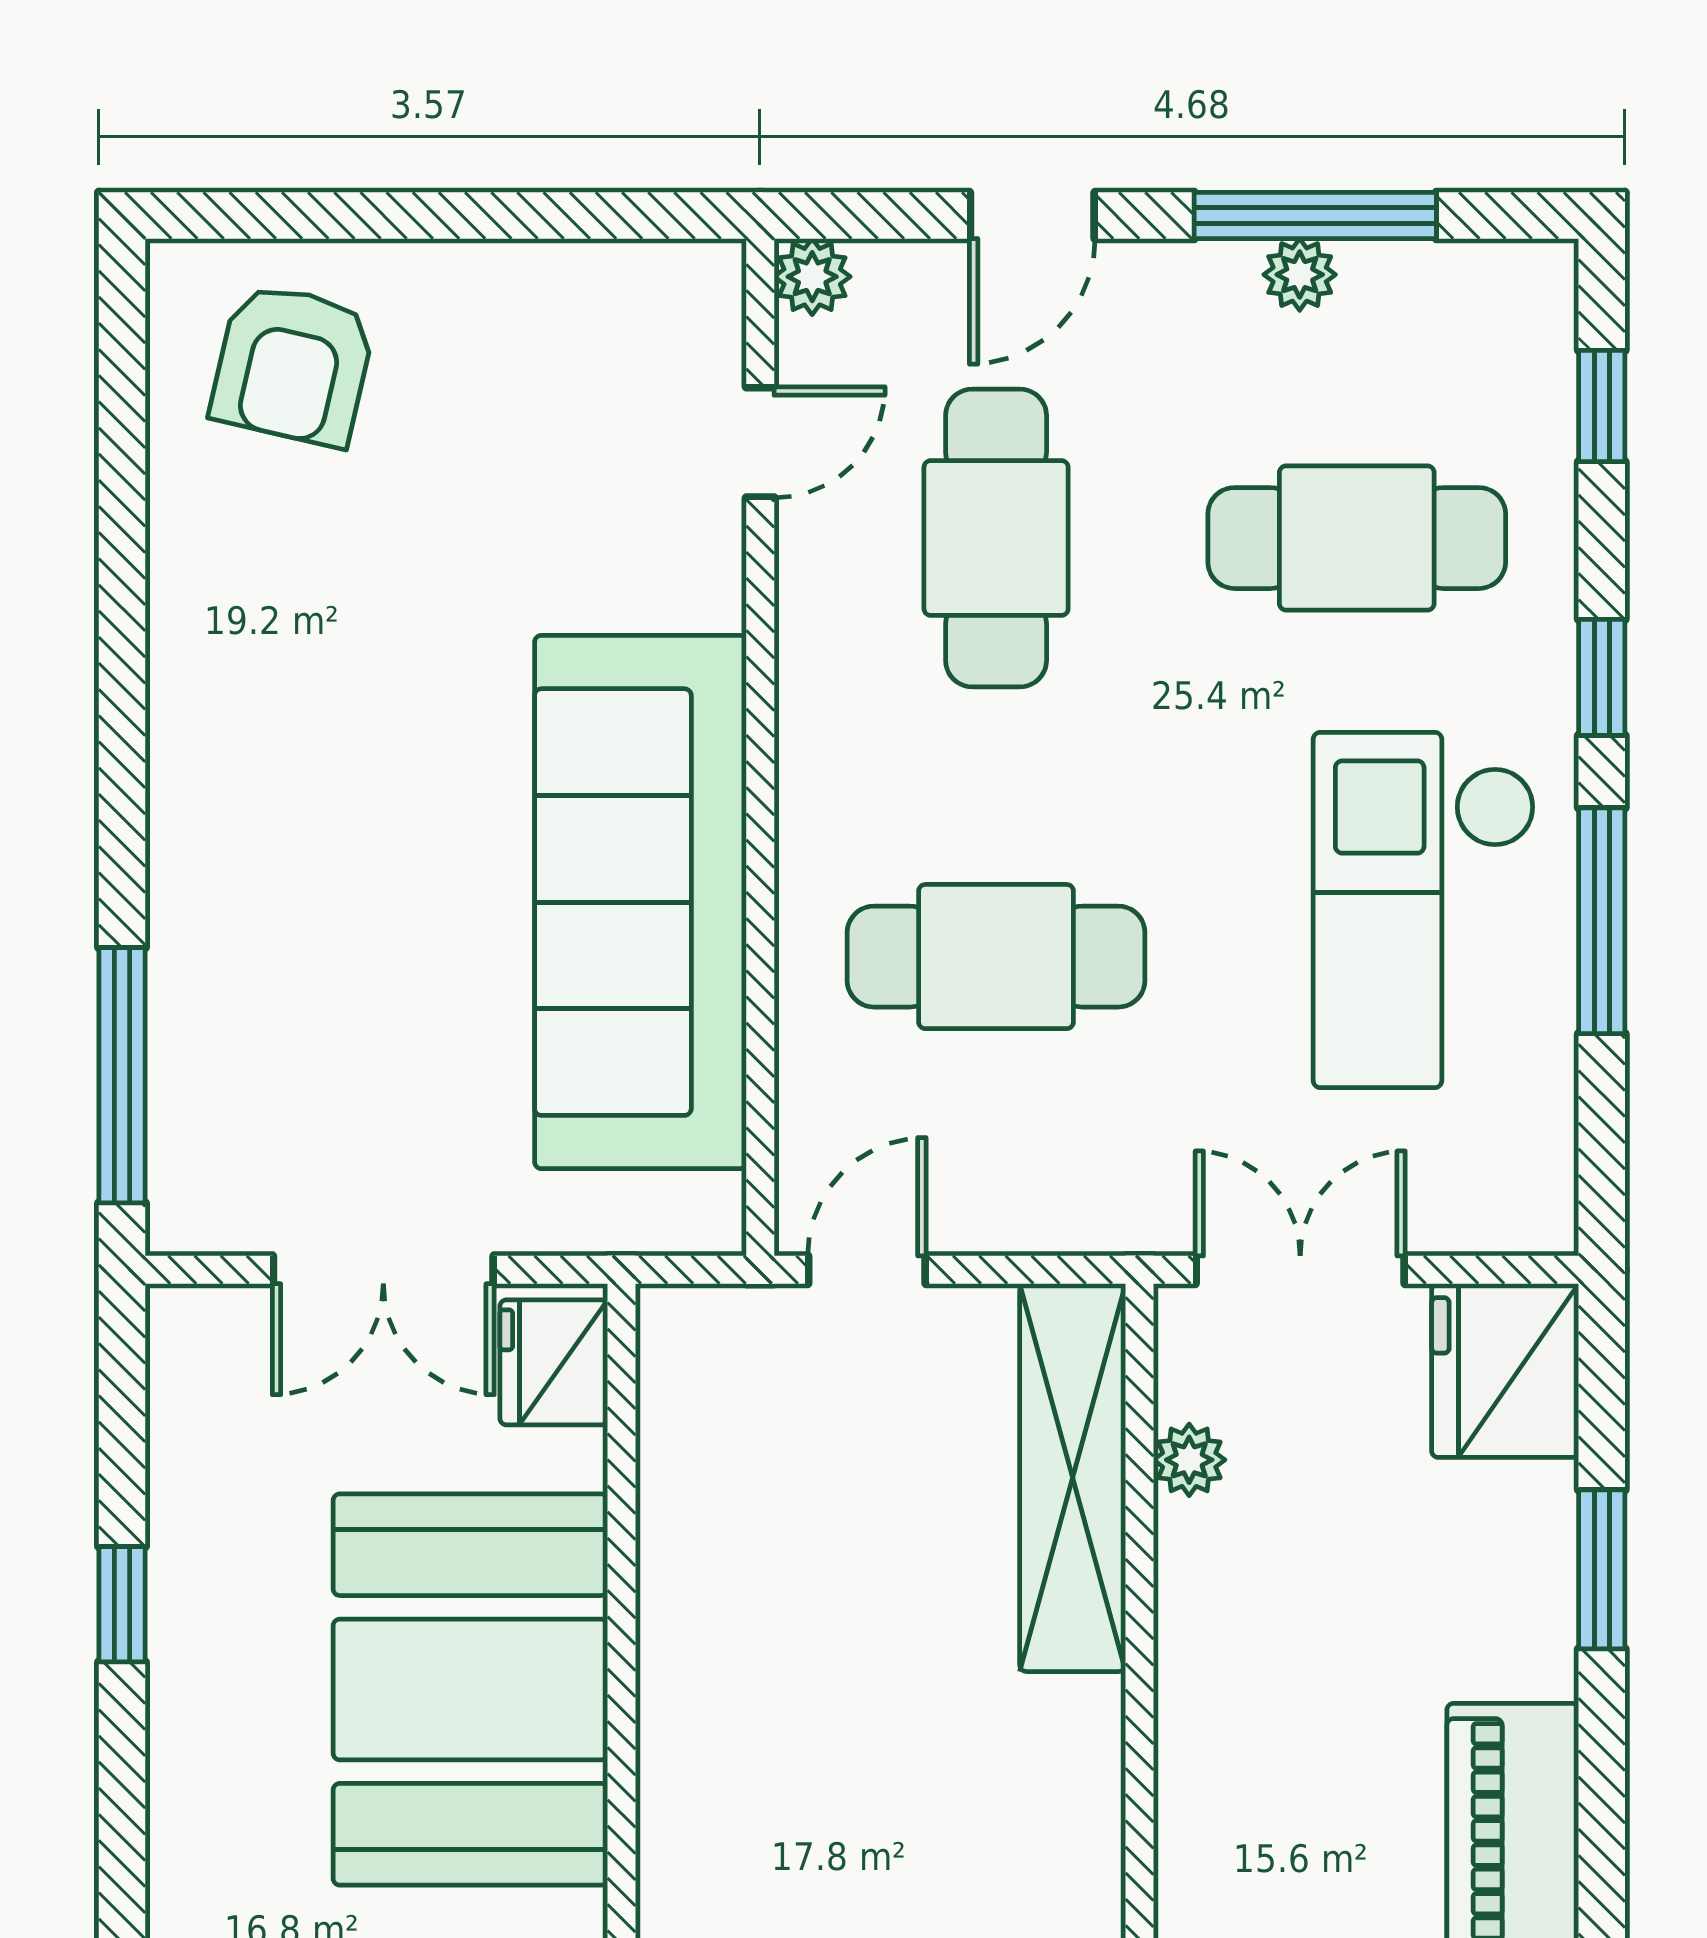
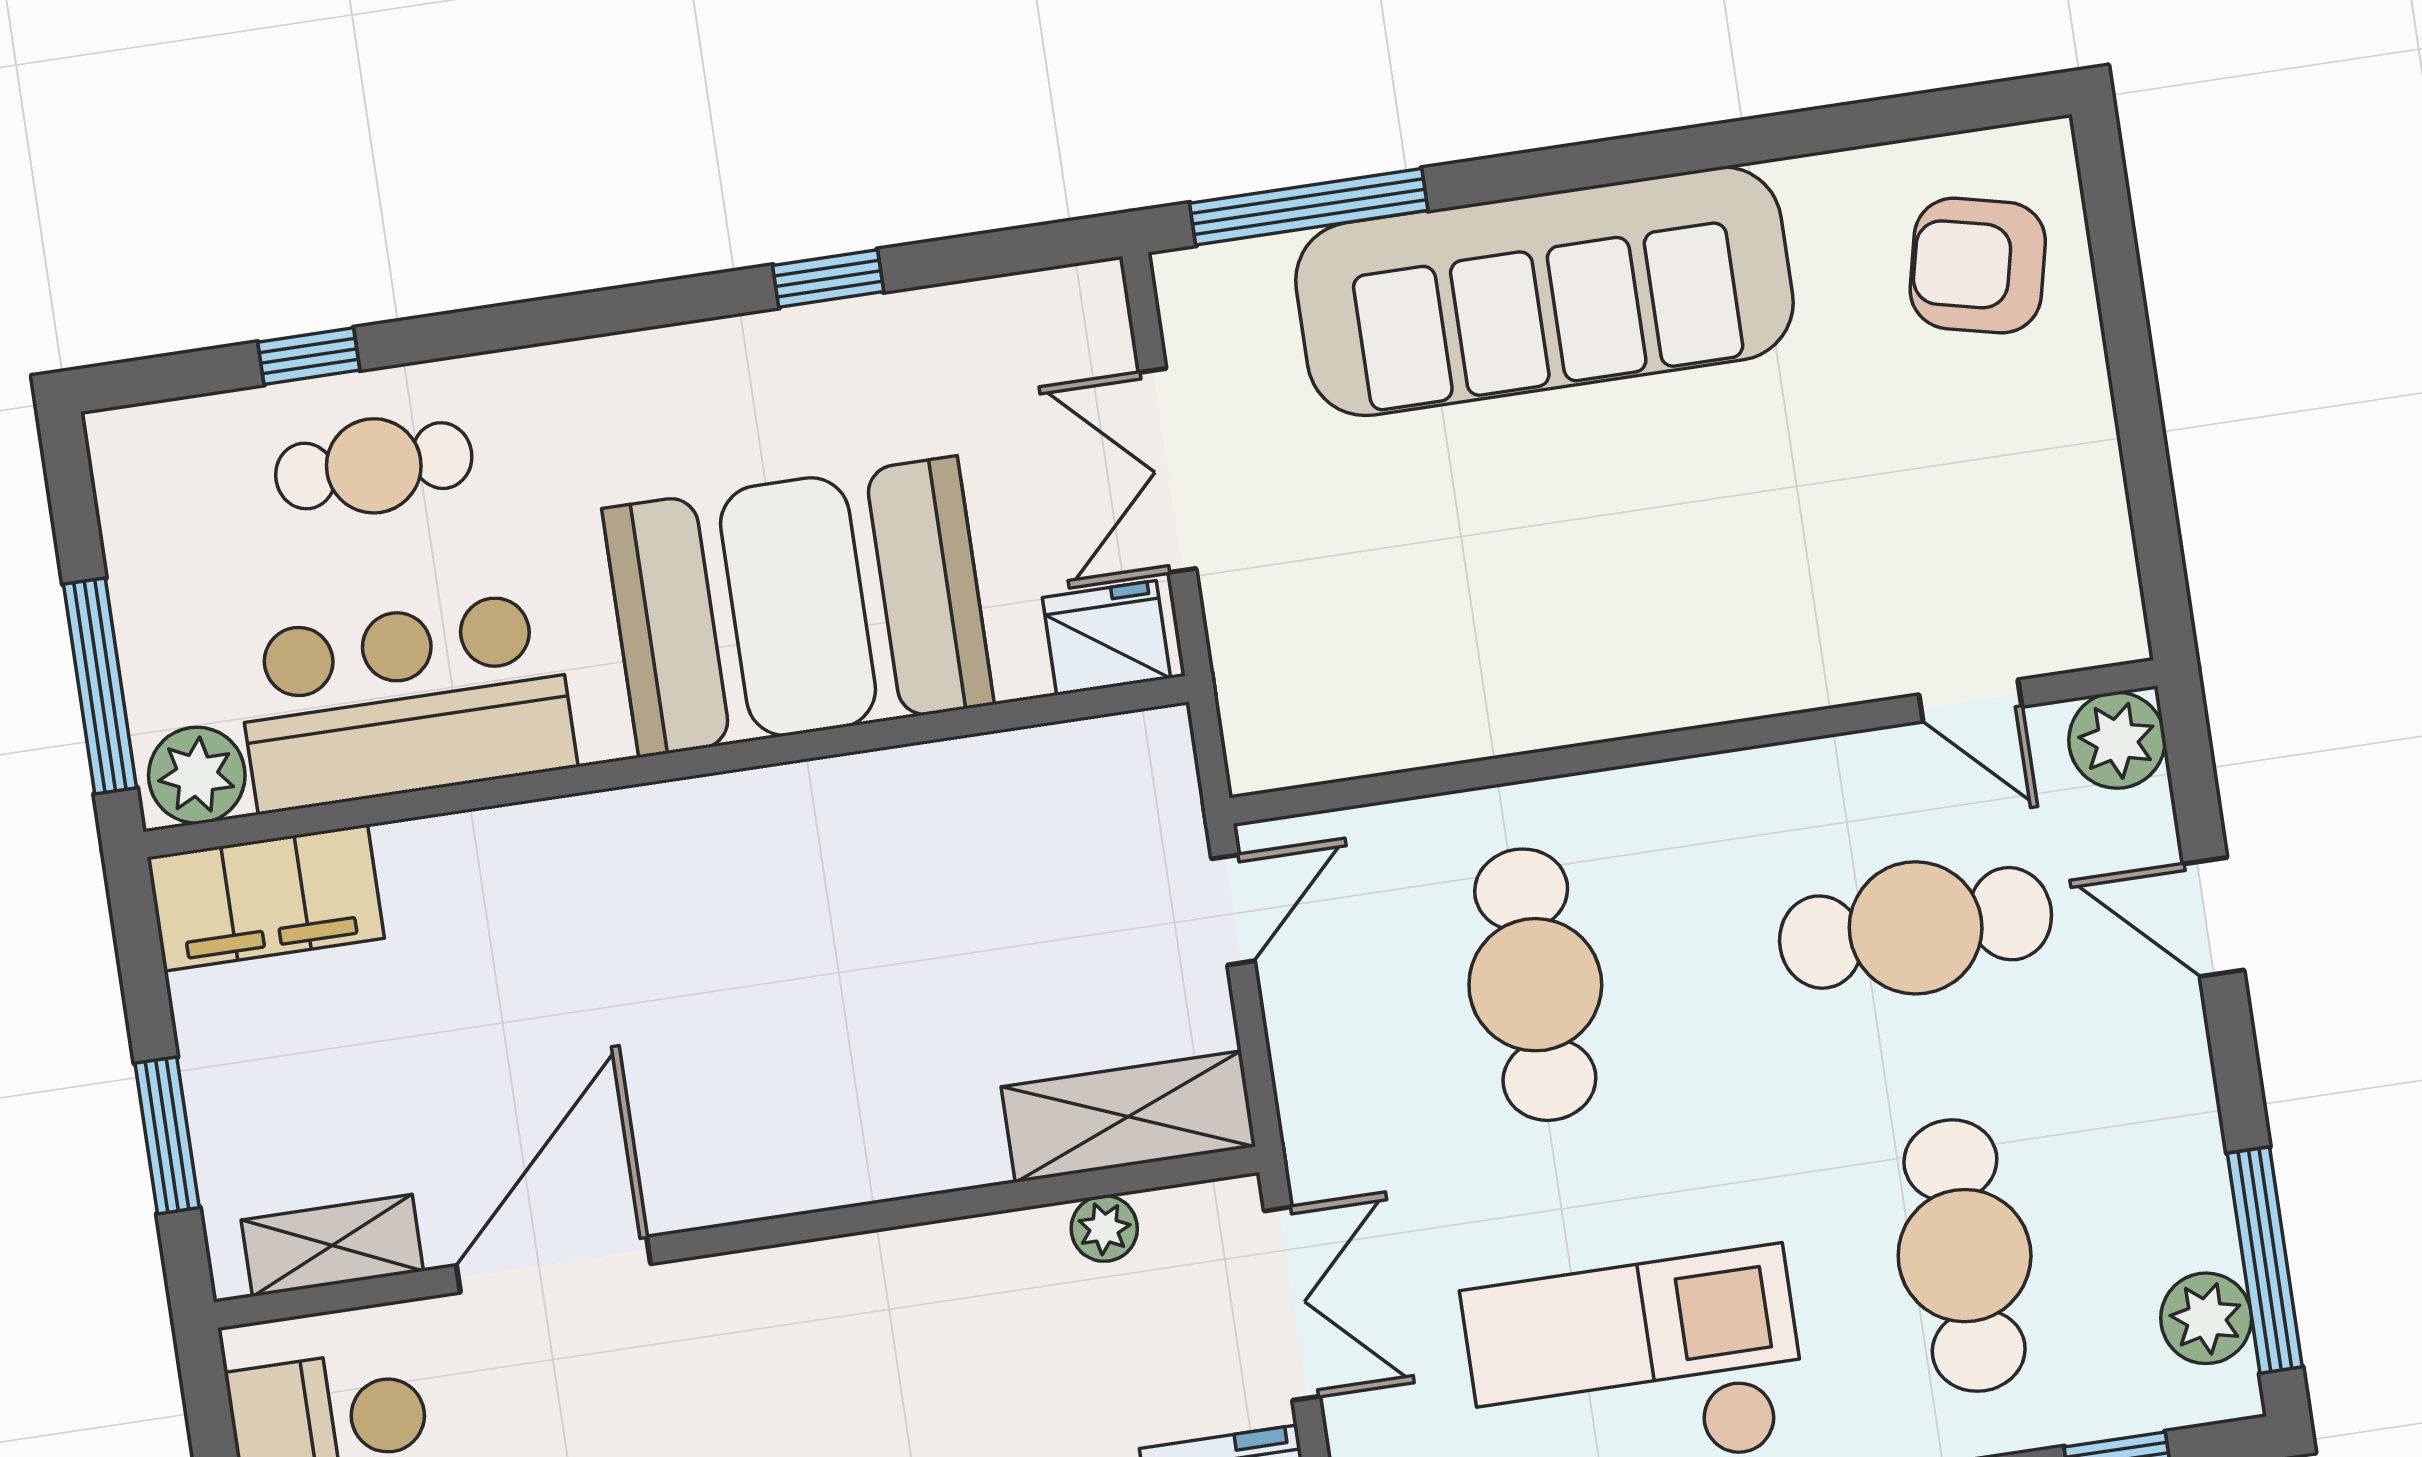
window: (1315, 215) -> (2265, 1260), moved
plant: (1300, 275) -> (2206, 1318), moved, width x1.38, depth x1.38
plant: (812, 277) -> (2117, 740), width x1.38, depth x1.38
sofa: (640, 902) -> (1544, 291), moved, turned 180
door: (867, 1270) -> (1233, 910), hinge flipped
shelving: (1073, 1478) -> (1128, 1117), width x0.68

